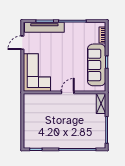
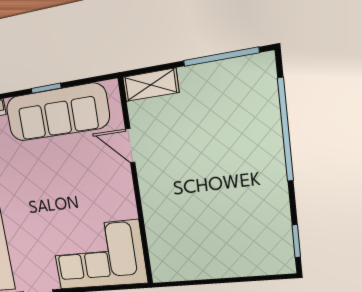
door: (68, 92) -> (130, 146), moved

